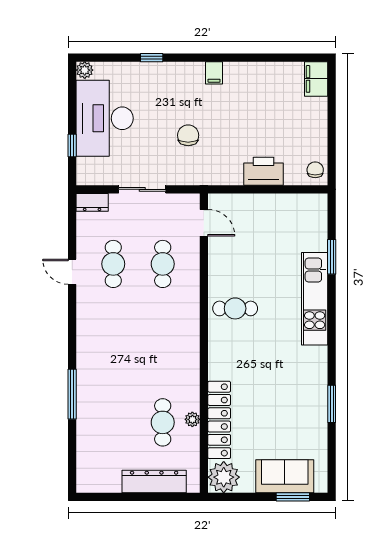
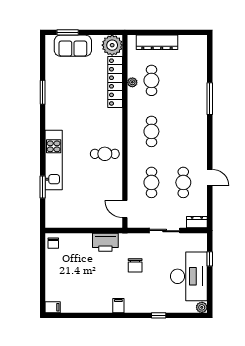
filing cabinet: (316, 79) -> (53, 307), width x0.50
printer: (263, 171) -> (105, 242), moved
cafe table: (163, 343) -> (151, 131), added

